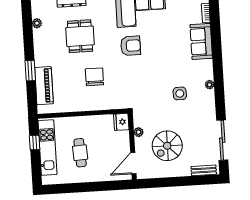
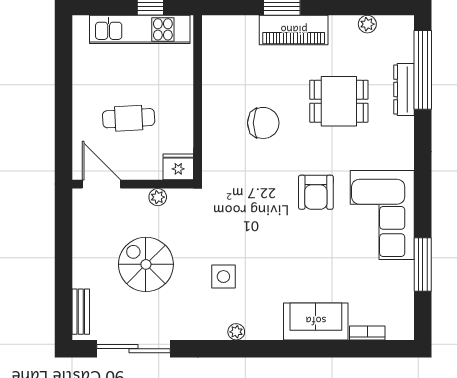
piano: (44, 86) -> (294, 30), moved
spiral stairs: (167, 146) -> (146, 264), moved
cafe table: (80, 153) -> (129, 118), moved

